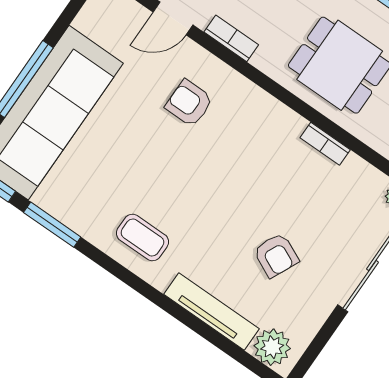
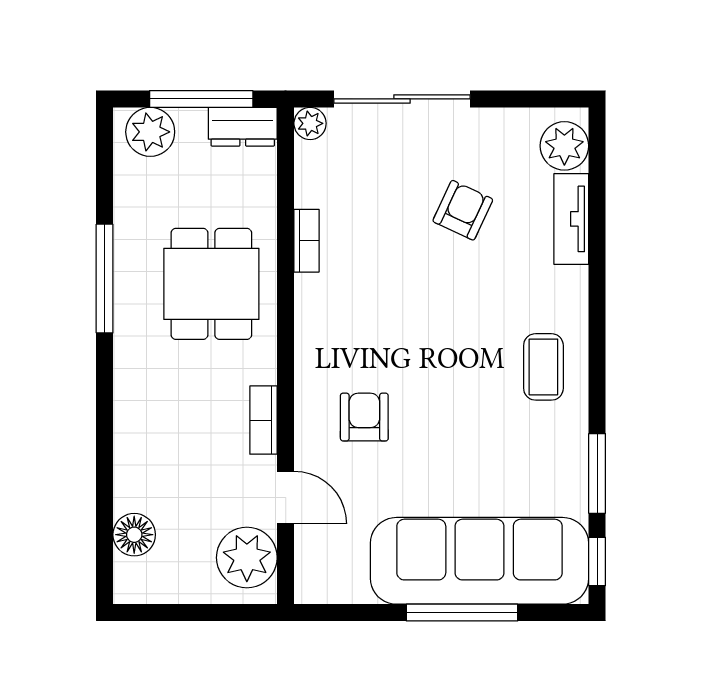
armchair: (189, 103) -> (364, 417), turned 180
tv unit: (212, 311) -> (571, 219), width x0.71

